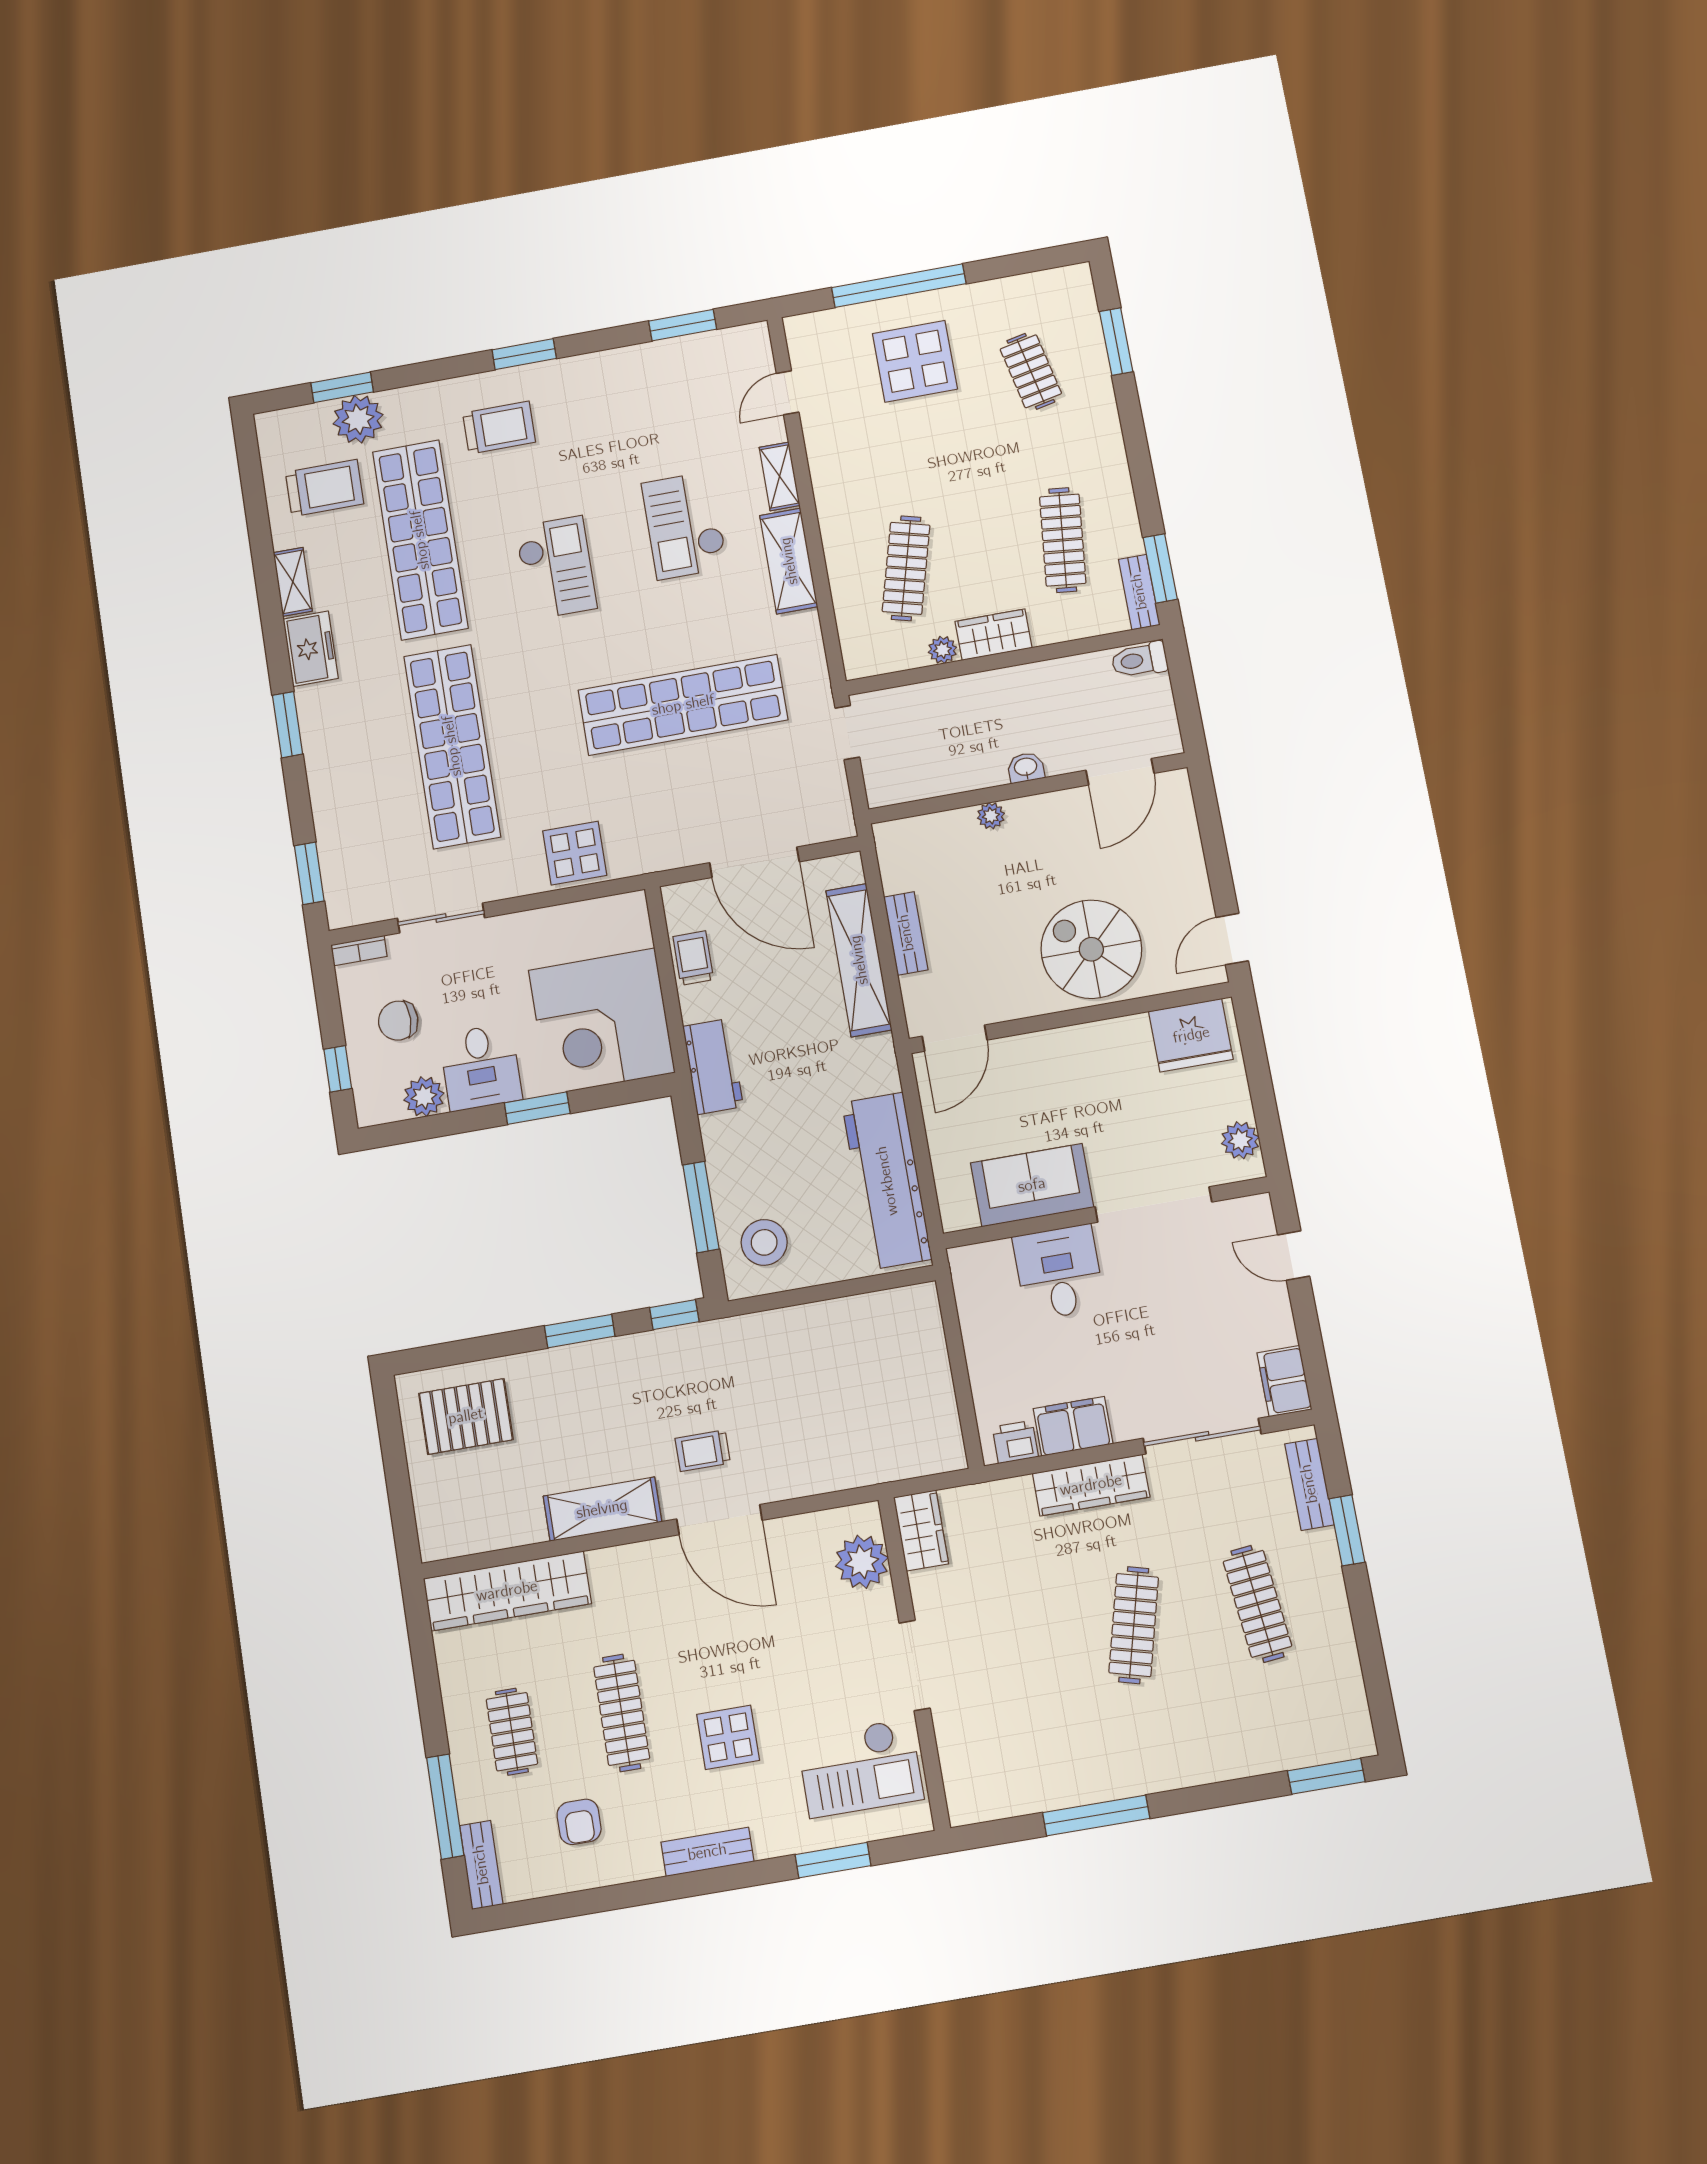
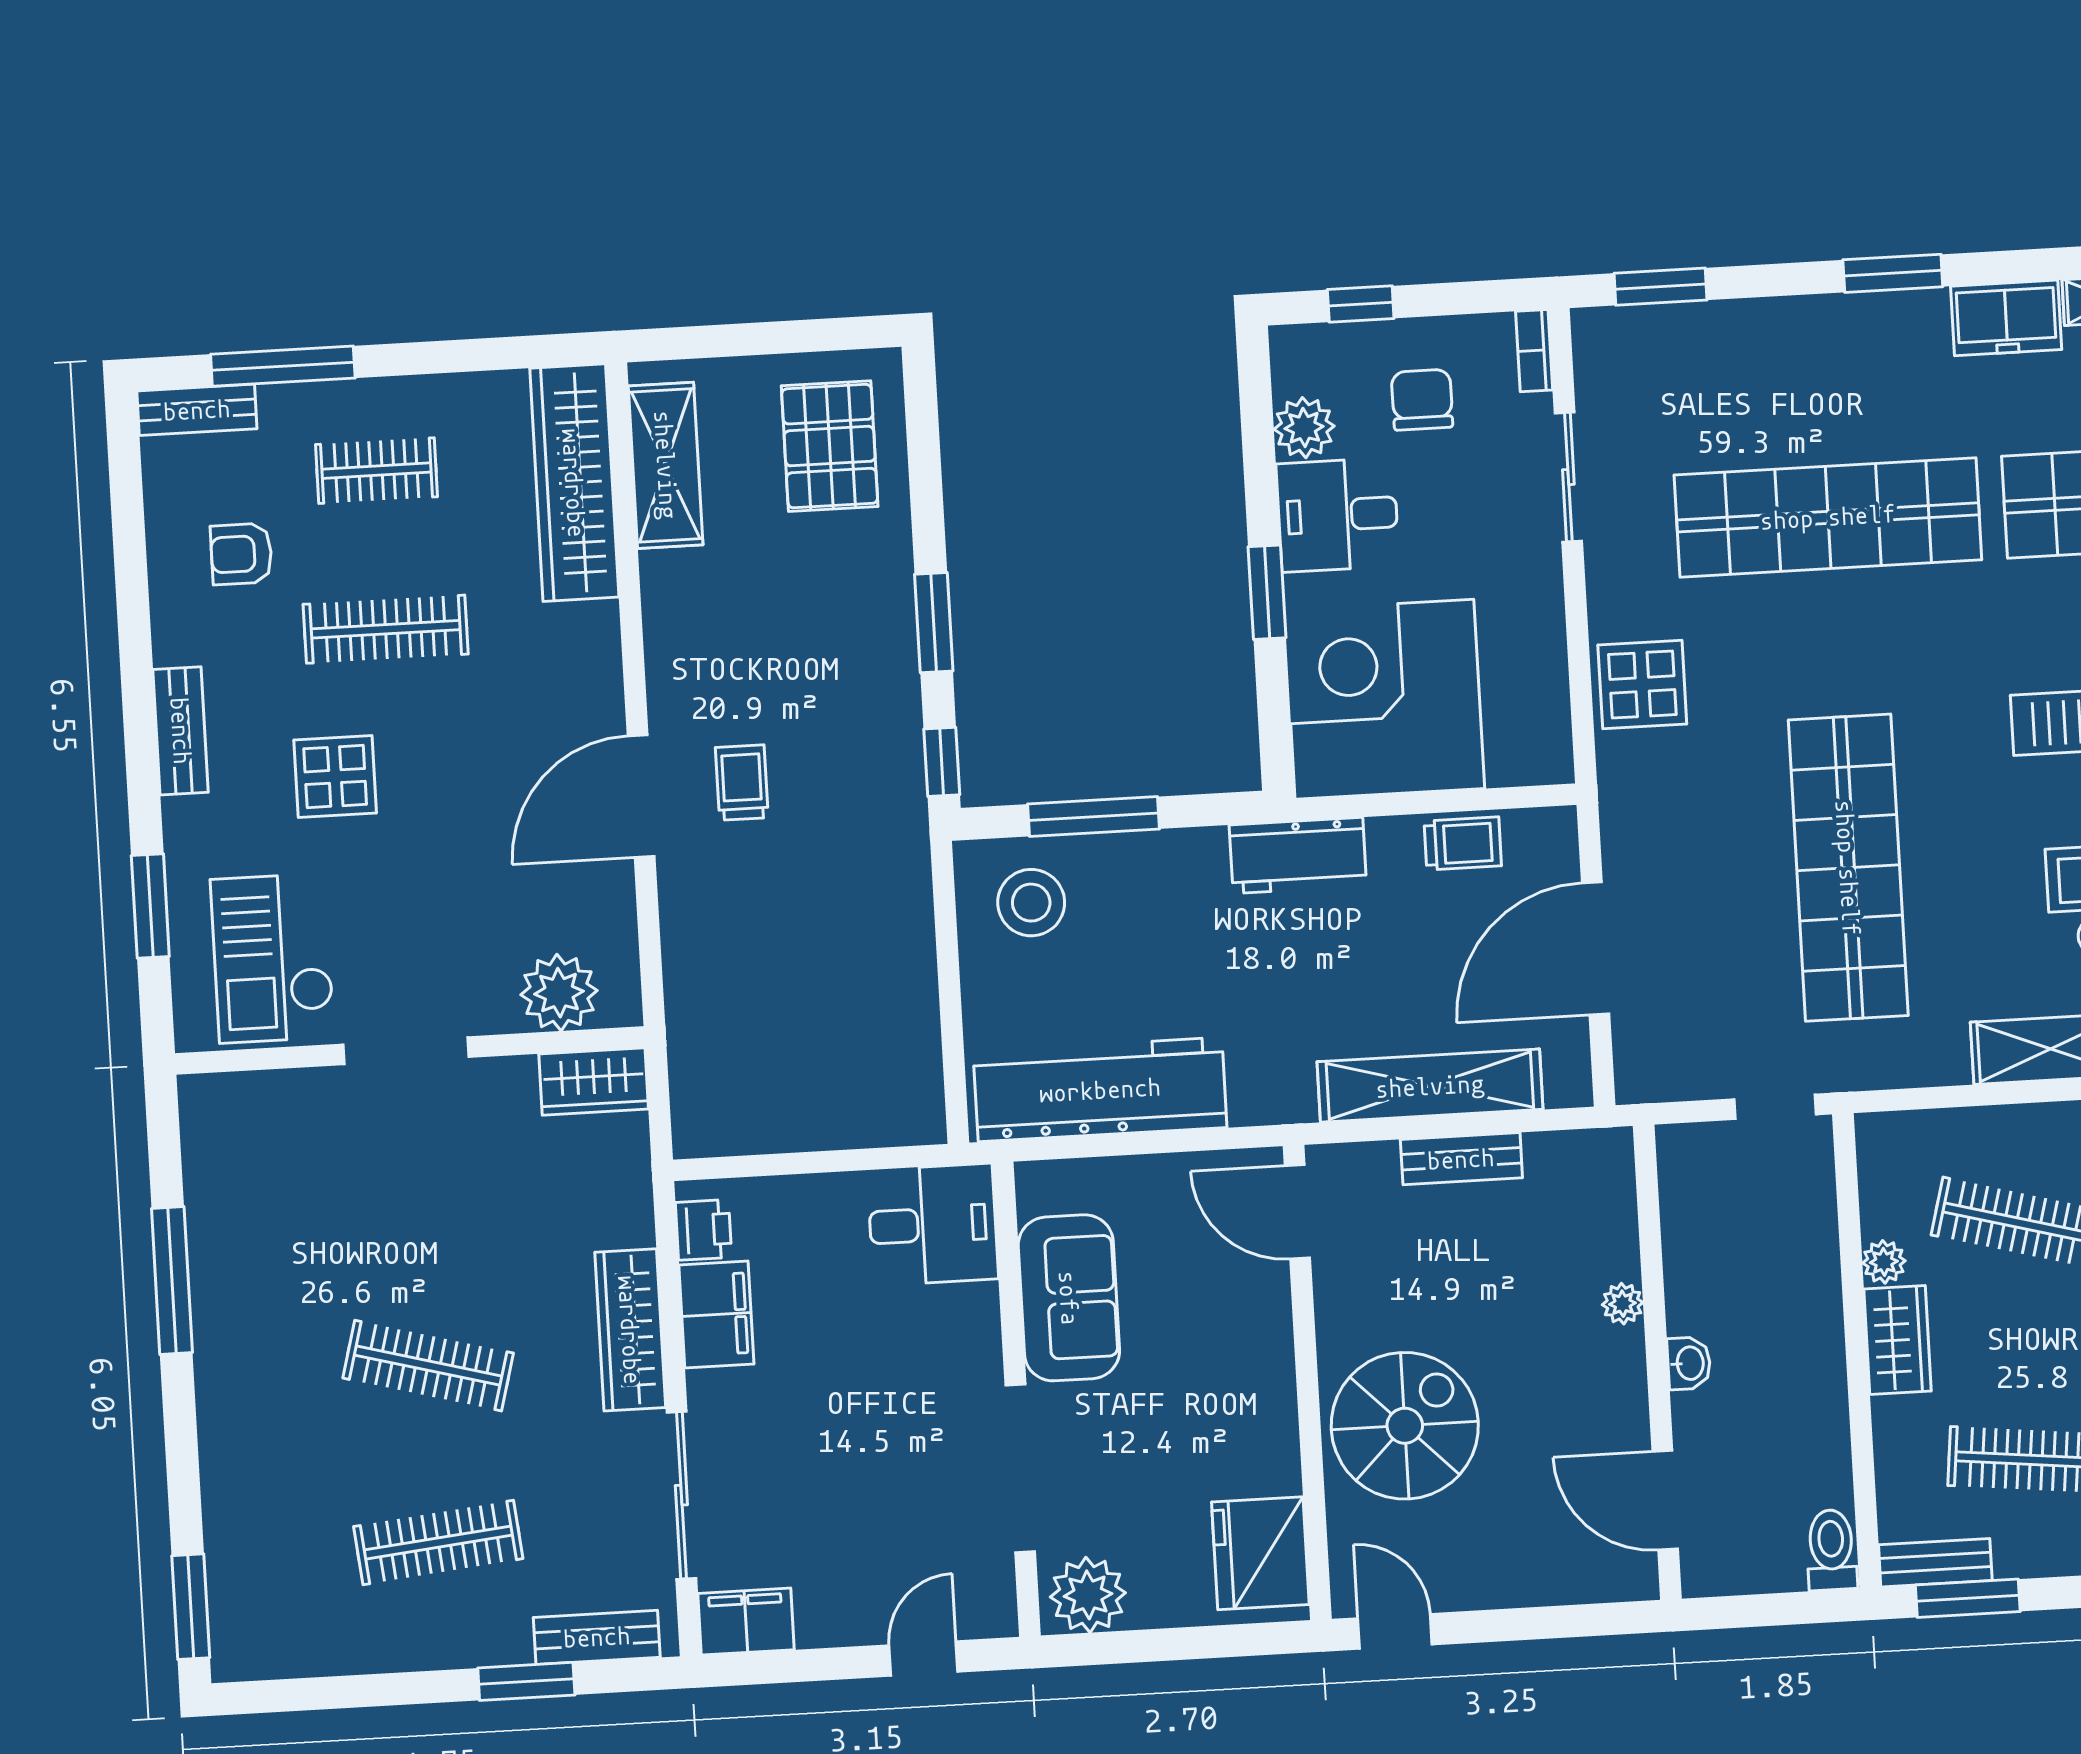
plant: (1240, 1140) -> (1088, 1595), width x1.36, depth x1.36
desk: (1059, 1272) -> (933, 1224), moved
shelving: (602, 1509) -> (666, 465), moved

